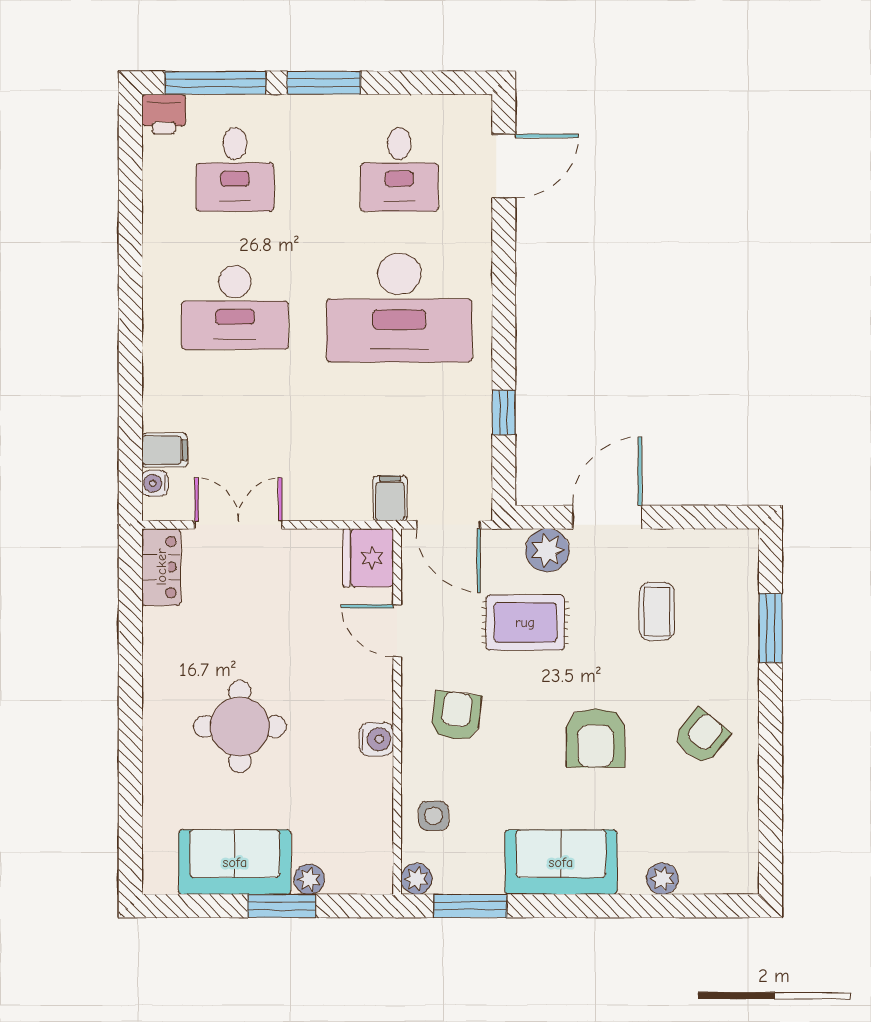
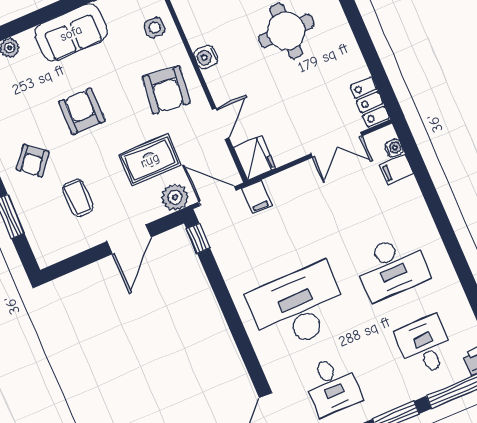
desk: (399, 170) -> (332, 386), turned 180
desk: (235, 308) -> (391, 267), turned 180
window: (504, 412) -> (198, 238), moved
plant: (547, 550) -> (175, 197), moved
door: (397, 631) -> (221, 124), hinge flipped
armchair: (456, 716) -> (166, 90), width x1.38, depth x1.38
armchair: (701, 737) -> (33, 161), moved

